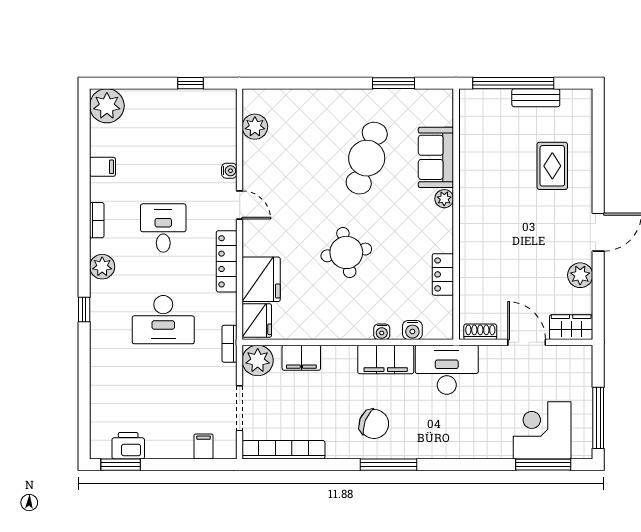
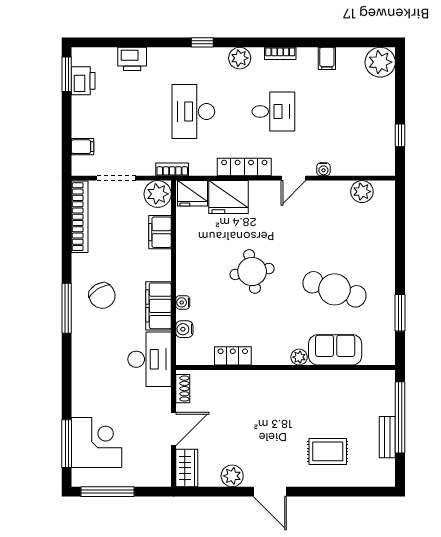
printer: (103, 390) -> (132, 59), added
chair: (374, 424) -> (102, 296), turned -53

